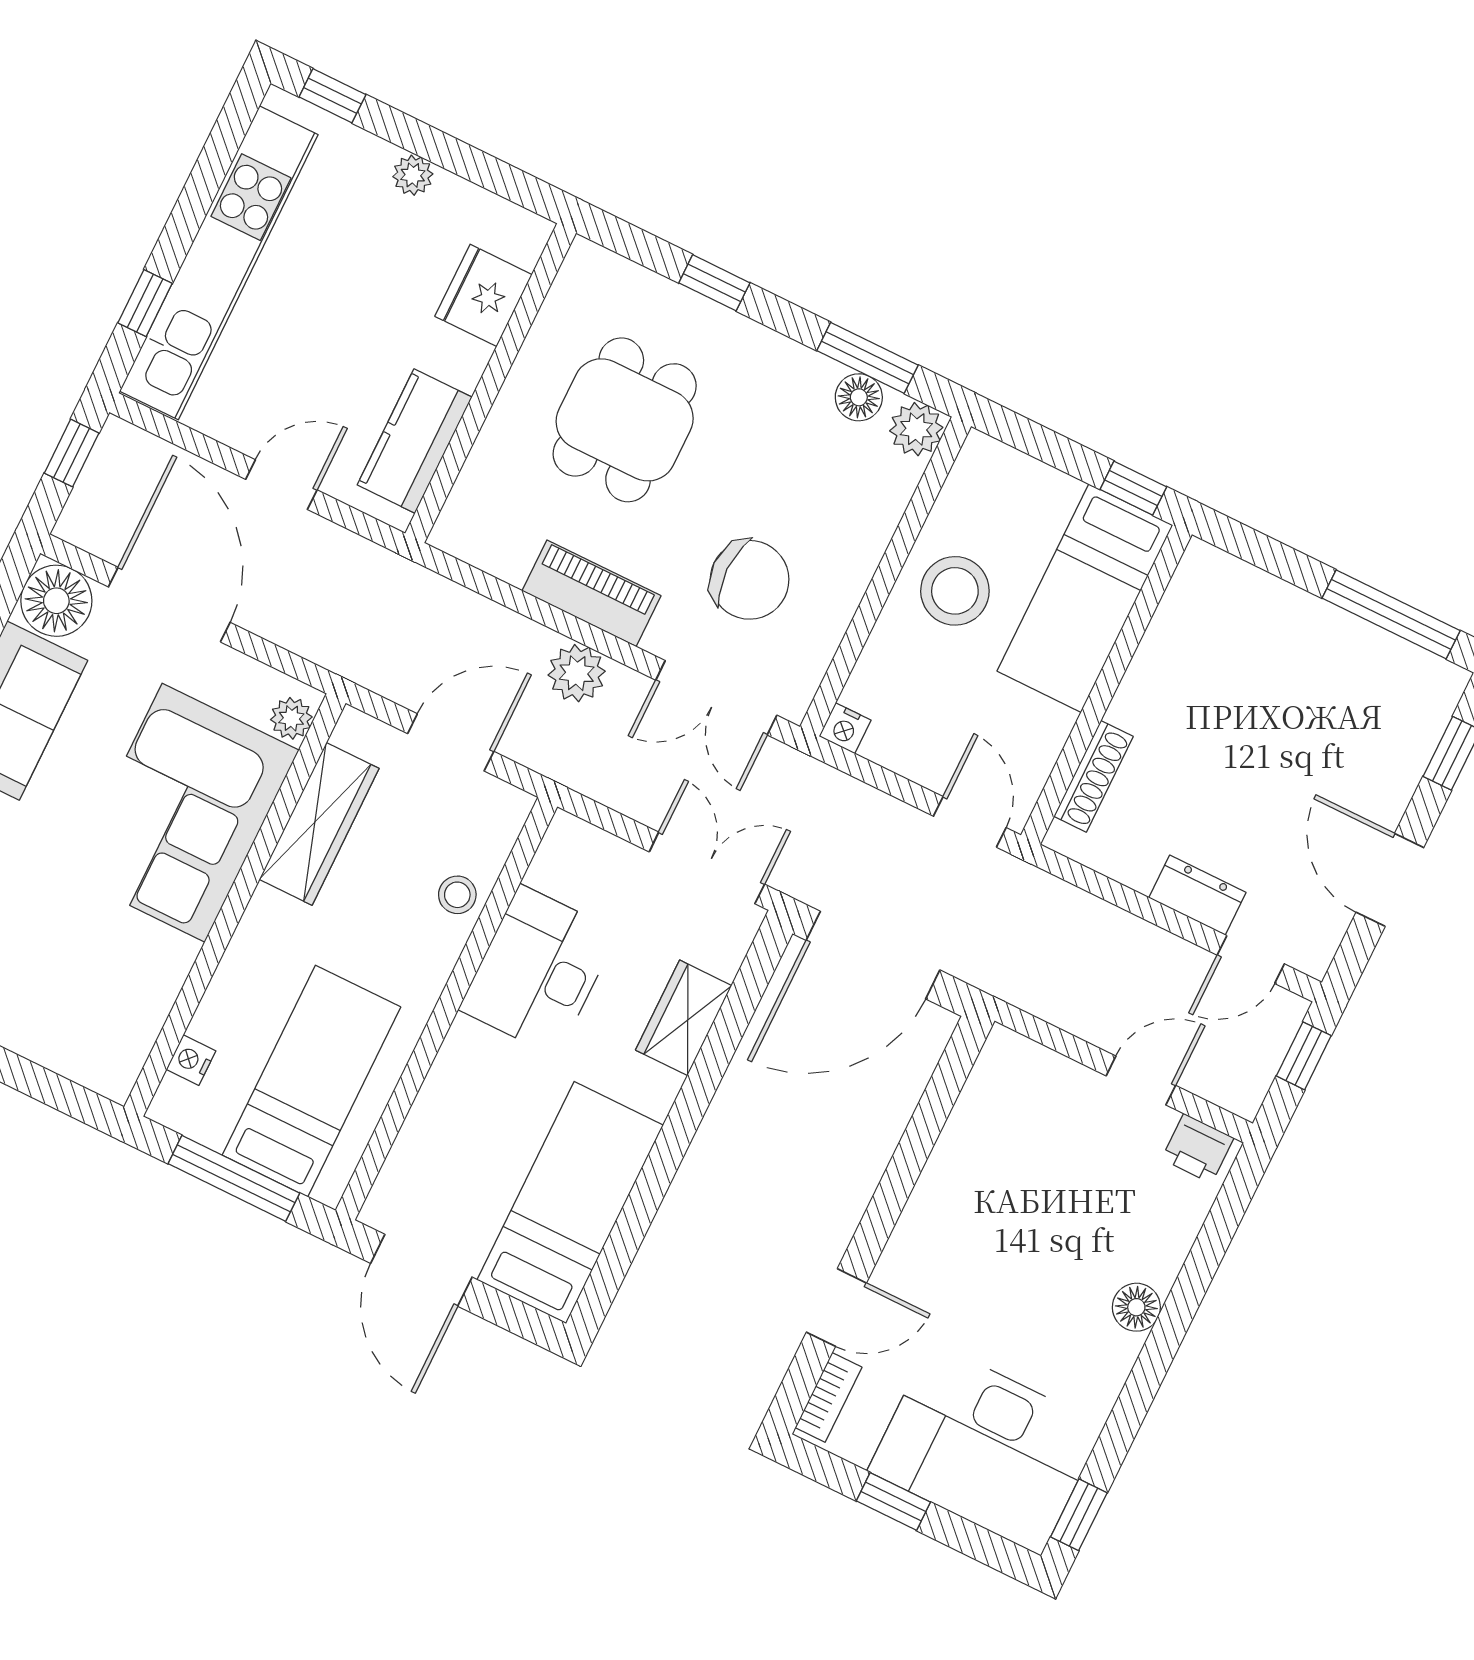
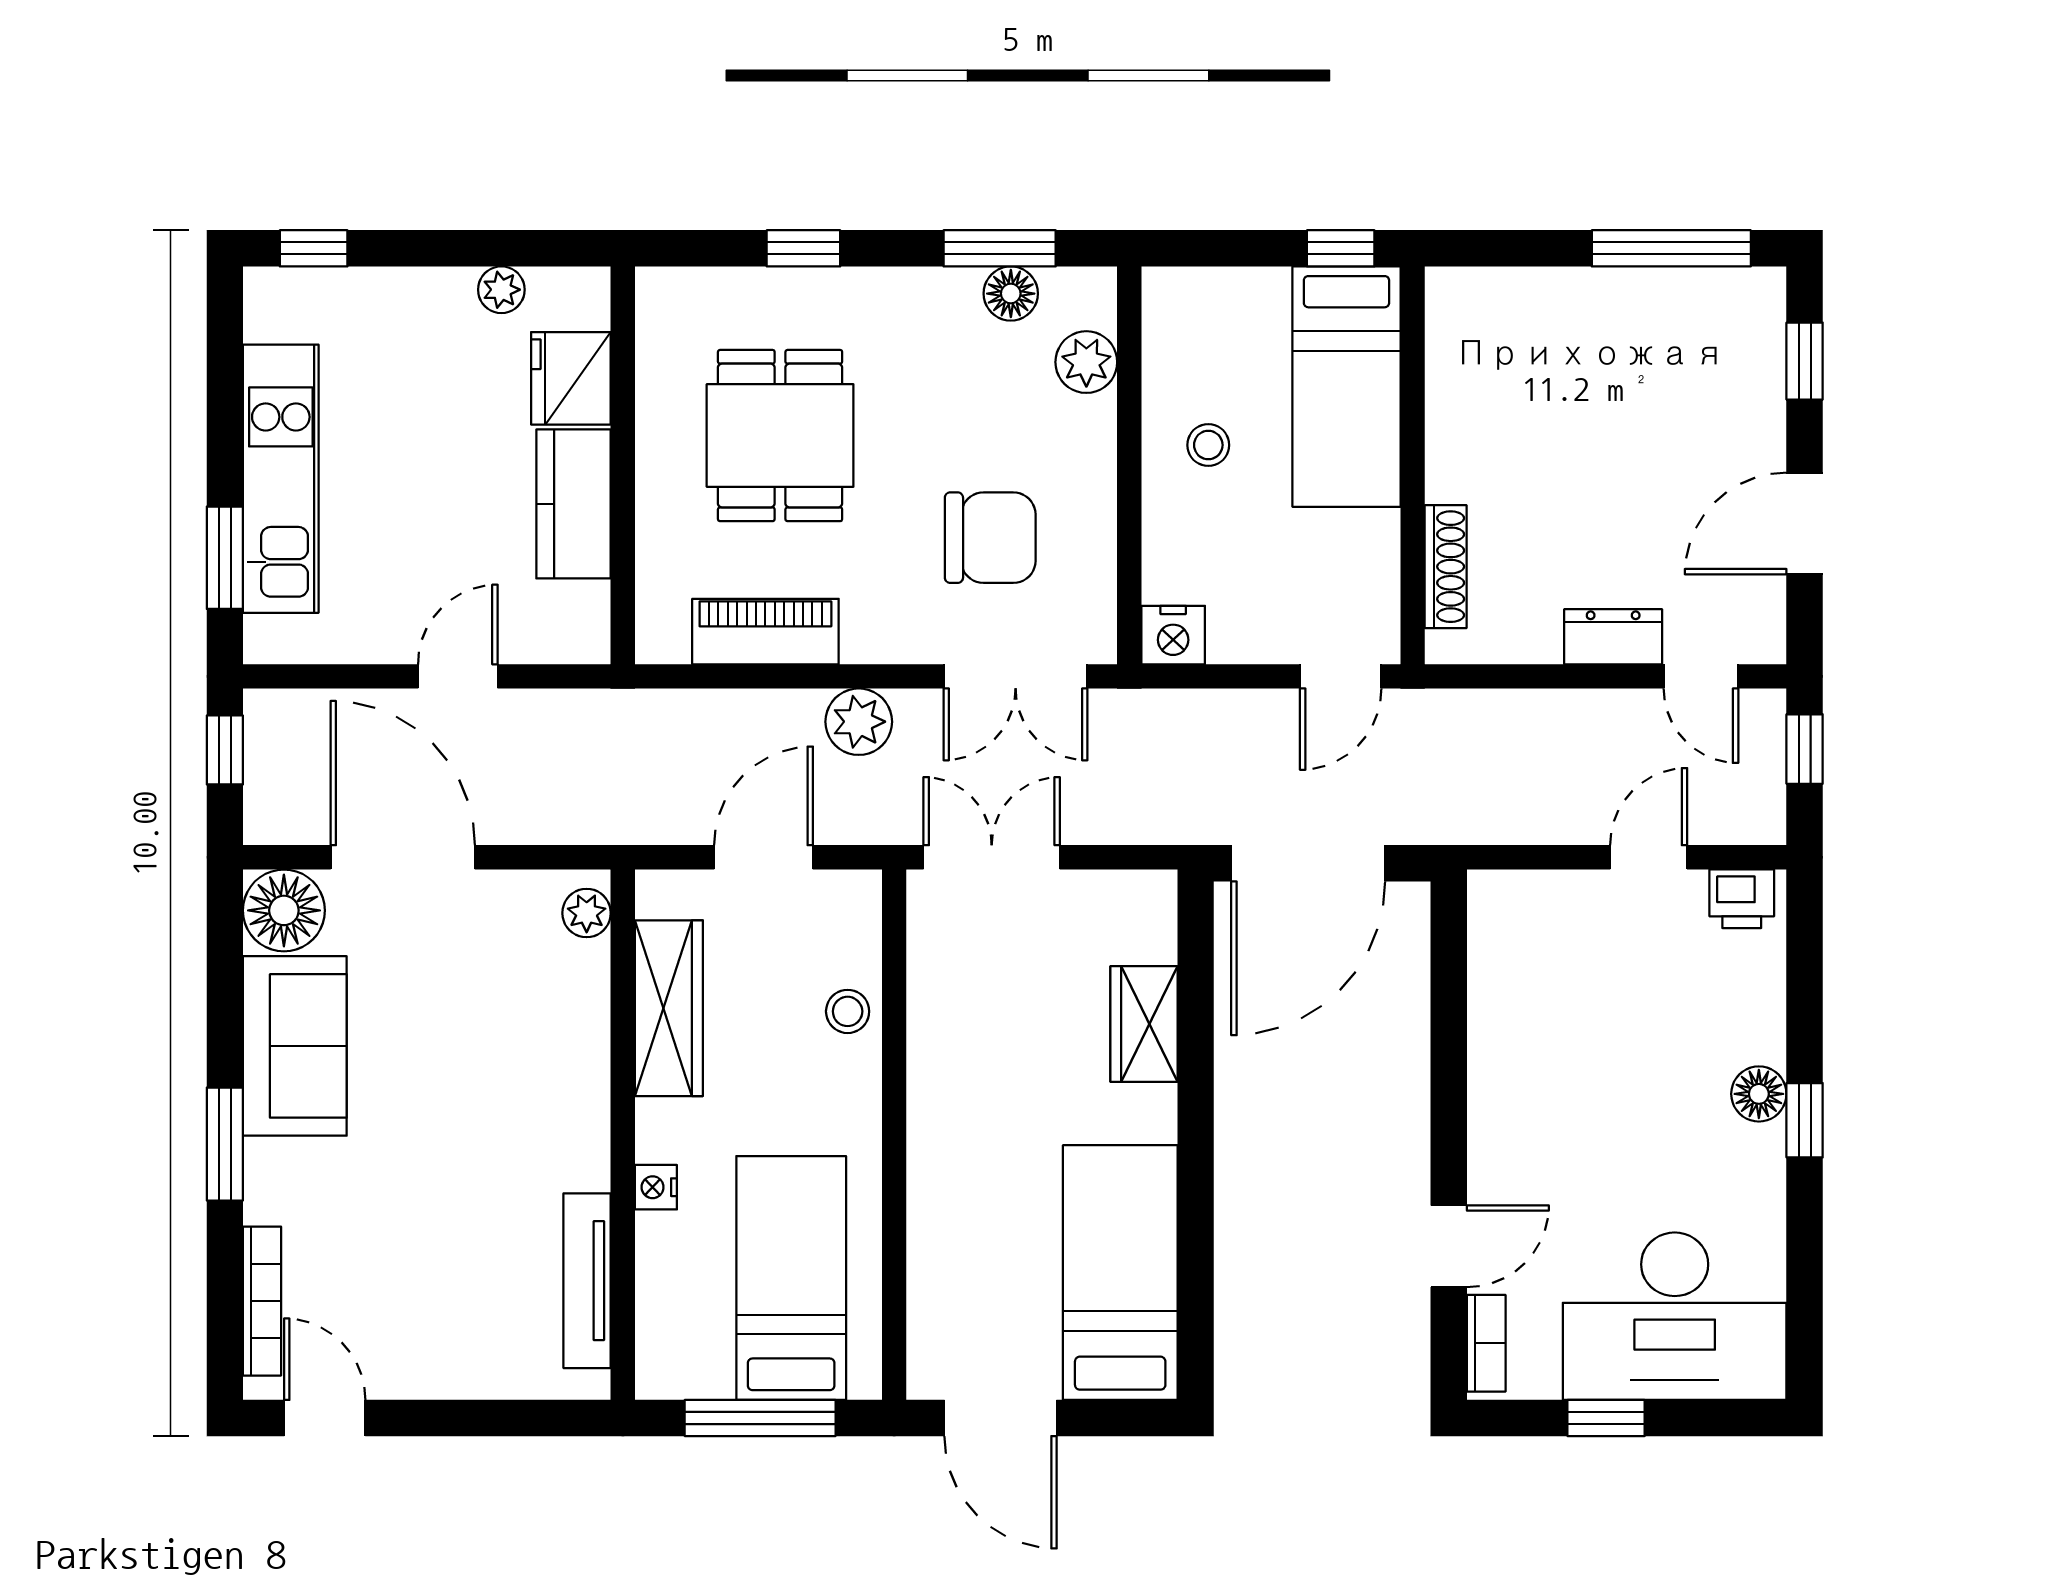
plant: (413, 175) -> (501, 290), moved
kitchen unit: (219, 263) -> (281, 479), width x0.73
window: (145, 303) -> (225, 558), width x1.50
plant: (916, 429) -> (1086, 362), moved
kitchen counter: (415, 441) -> (574, 504), moved
stool: (955, 591) -> (1208, 445), width x0.53, depth x0.53
piano: (591, 593) -> (765, 632), moved
nightstand: (845, 728) -> (1173, 635), width x1.39, depth x1.35
corner sofa: (184, 813) -> (523, 1065), removed
door: (970, 822) -> (1341, 676), swing flipped
double door: (707, 868) -> (992, 857), moved
door: (1390, 880) -> (1805, 524), hinge flipped
door: (1251, 960) -> (1701, 676), hinge flipped
desk: (538, 971) -> (970, 1049), removed
tv unit: (151, 1005) -> (587, 1281), added
nightstand: (191, 1060) -> (656, 1187), moved
window: (1079, 1515) -> (1805, 1120), moved

